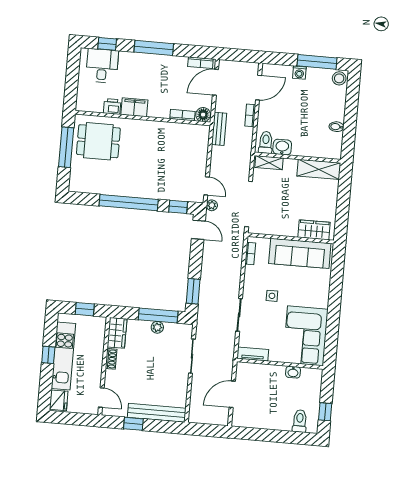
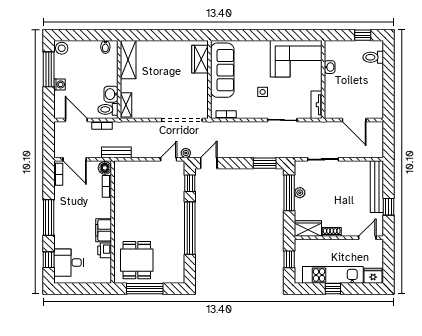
toilet: (266, 142) -> (108, 109), moved
washbasin: (282, 147) -> (111, 94), moved
wall: (298, 158) -> (119, 80), moved
shelving: (269, 163) -> (126, 105), moved
shelving: (319, 169) -> (128, 60), moved

